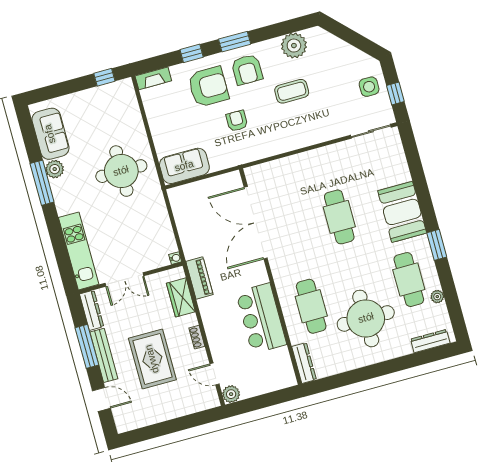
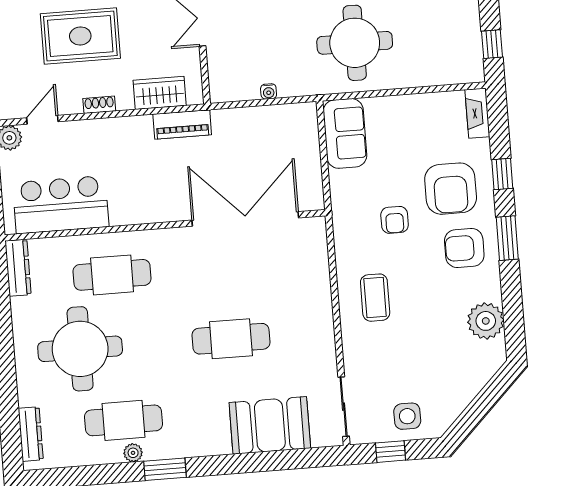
coffee table: (292, 91) -> (375, 298), moved
armchair: (237, 121) -> (395, 220), turned 90
booth: (402, 212) -> (270, 425), moved
water cooler: (175, 258) -> (269, 91), moved
plant: (437, 297) -> (133, 453), moved
bar counter: (261, 318) -> (61, 205), moved
dresser: (304, 363) -> (18, 268), moved, turned -90

